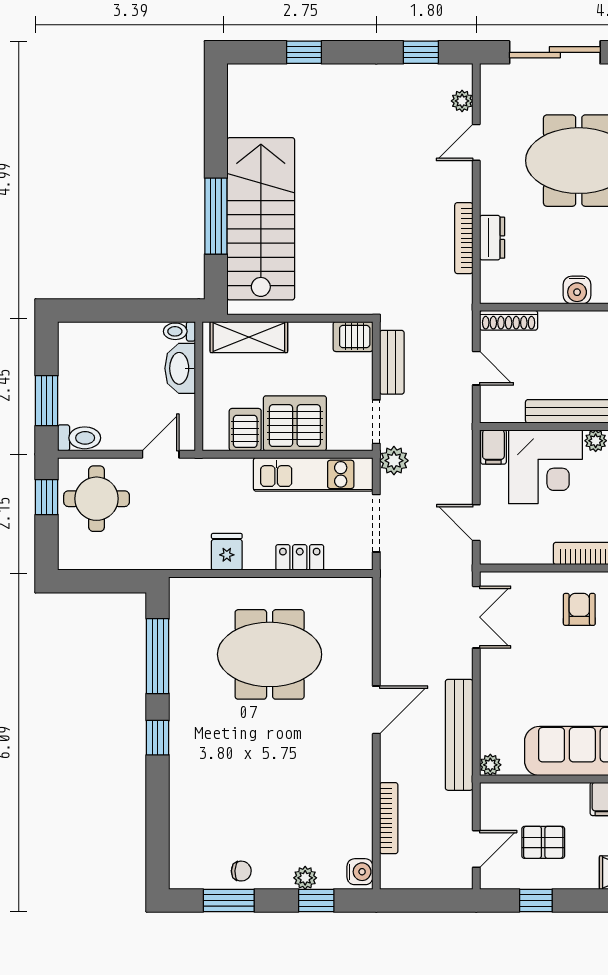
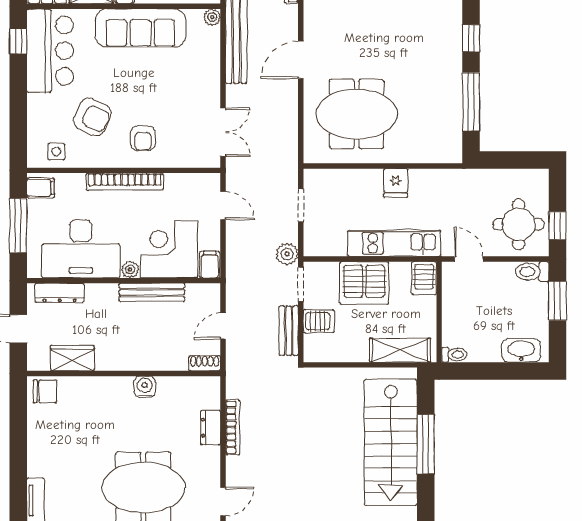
shoe rack: (509, 320) -> (205, 363), width x0.70
server rack: (353, 337) -> (319, 321), moved
washbasin: (180, 368) -> (521, 350), moved, turned -90
door: (476, 368) -> (223, 326), hinge flipped
server rack: (245, 430) -> (424, 278), moved
door: (161, 454) -> (469, 259), swing flipped
kitchen unit: (313, 474) -> (394, 243), moved
doorway: (376, 523) -> (301, 205), width x0.73
fridge: (227, 552) -> (396, 183), moved
locker: (300, 557) -> (360, 179), removed
double door: (476, 617) -> (223, 132), swing flipped
meeting table: (270, 654) -> (357, 114), moved

